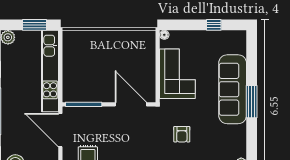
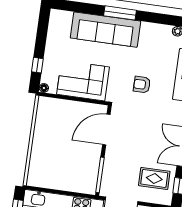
window: (214, 25) -> (37, 65), moved
armchair: (182, 134) -> (142, 85), turned 180

